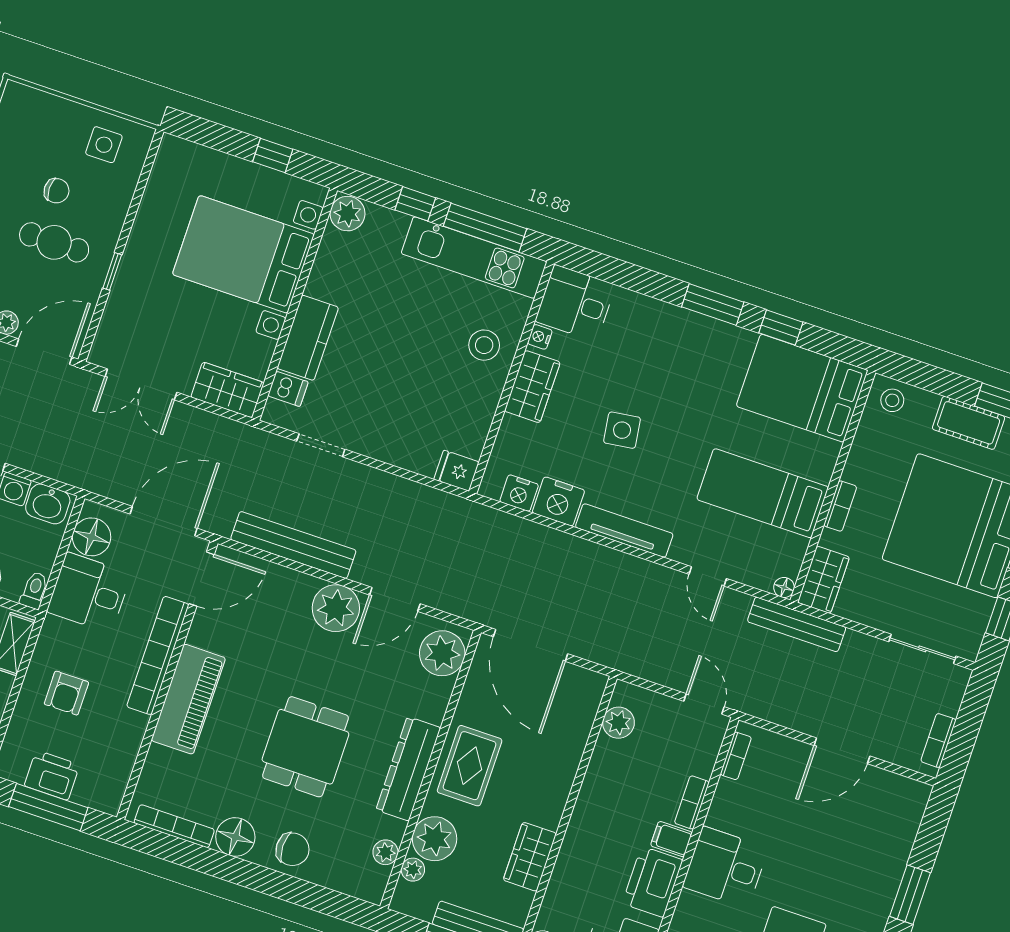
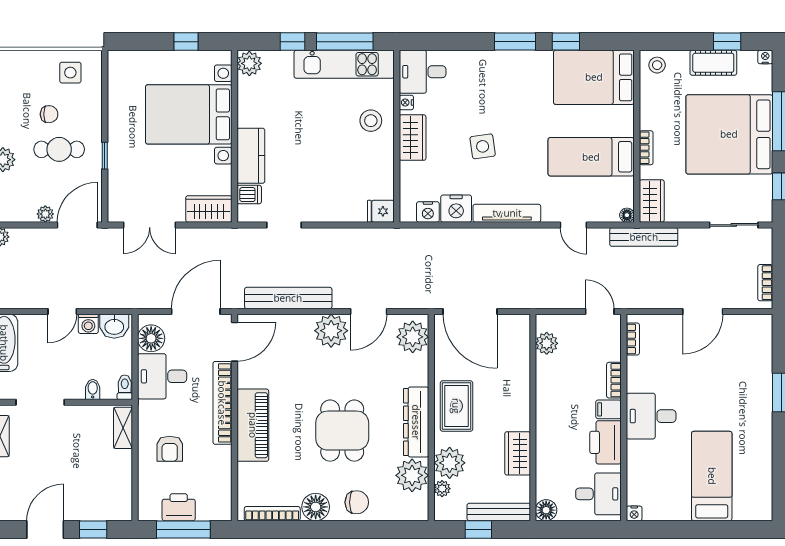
plant: (386, 852) -> (412, 475), width x1.87, depth x1.87

